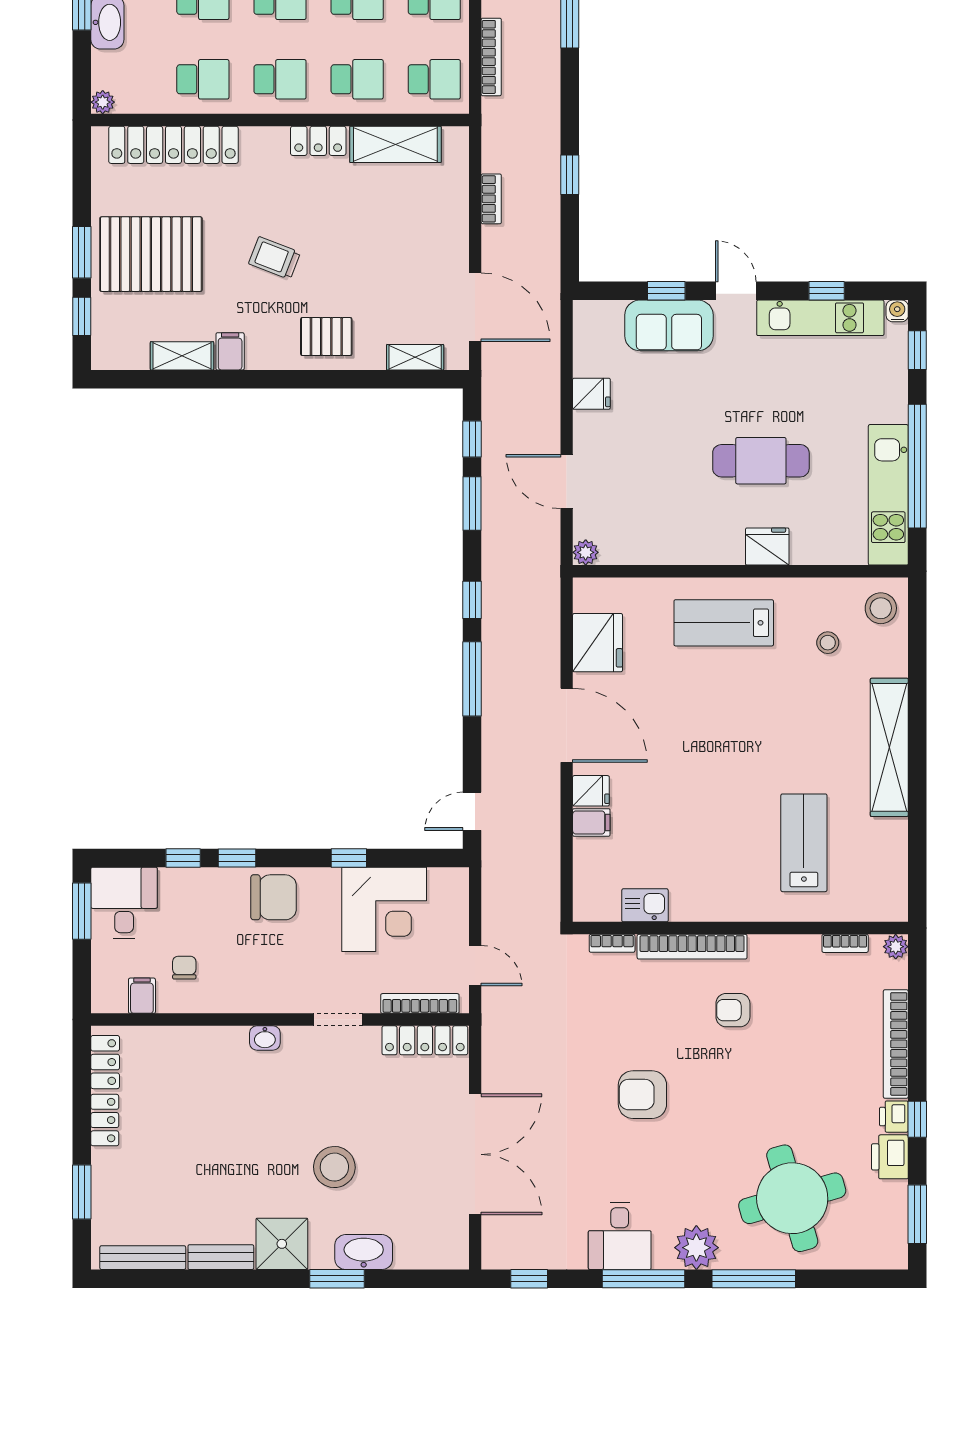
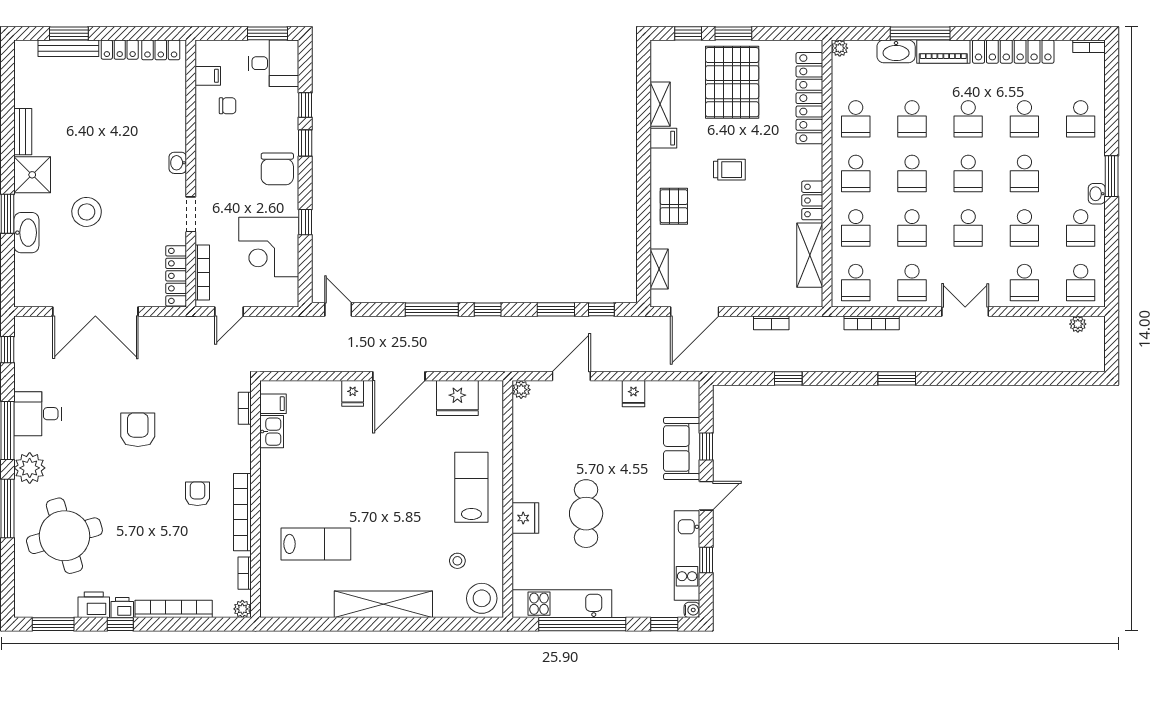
trolley: (275, 258) -> (729, 170), turned 69
stool: (881, 608) -> (482, 598), width x1.38, depth x1.38
filing cabinet: (591, 822) -> (273, 404), moved, turned -90
bookcase: (692, 947) -> (242, 512), moved
bench: (143, 1258) -> (68, 48), moved, turned 90

